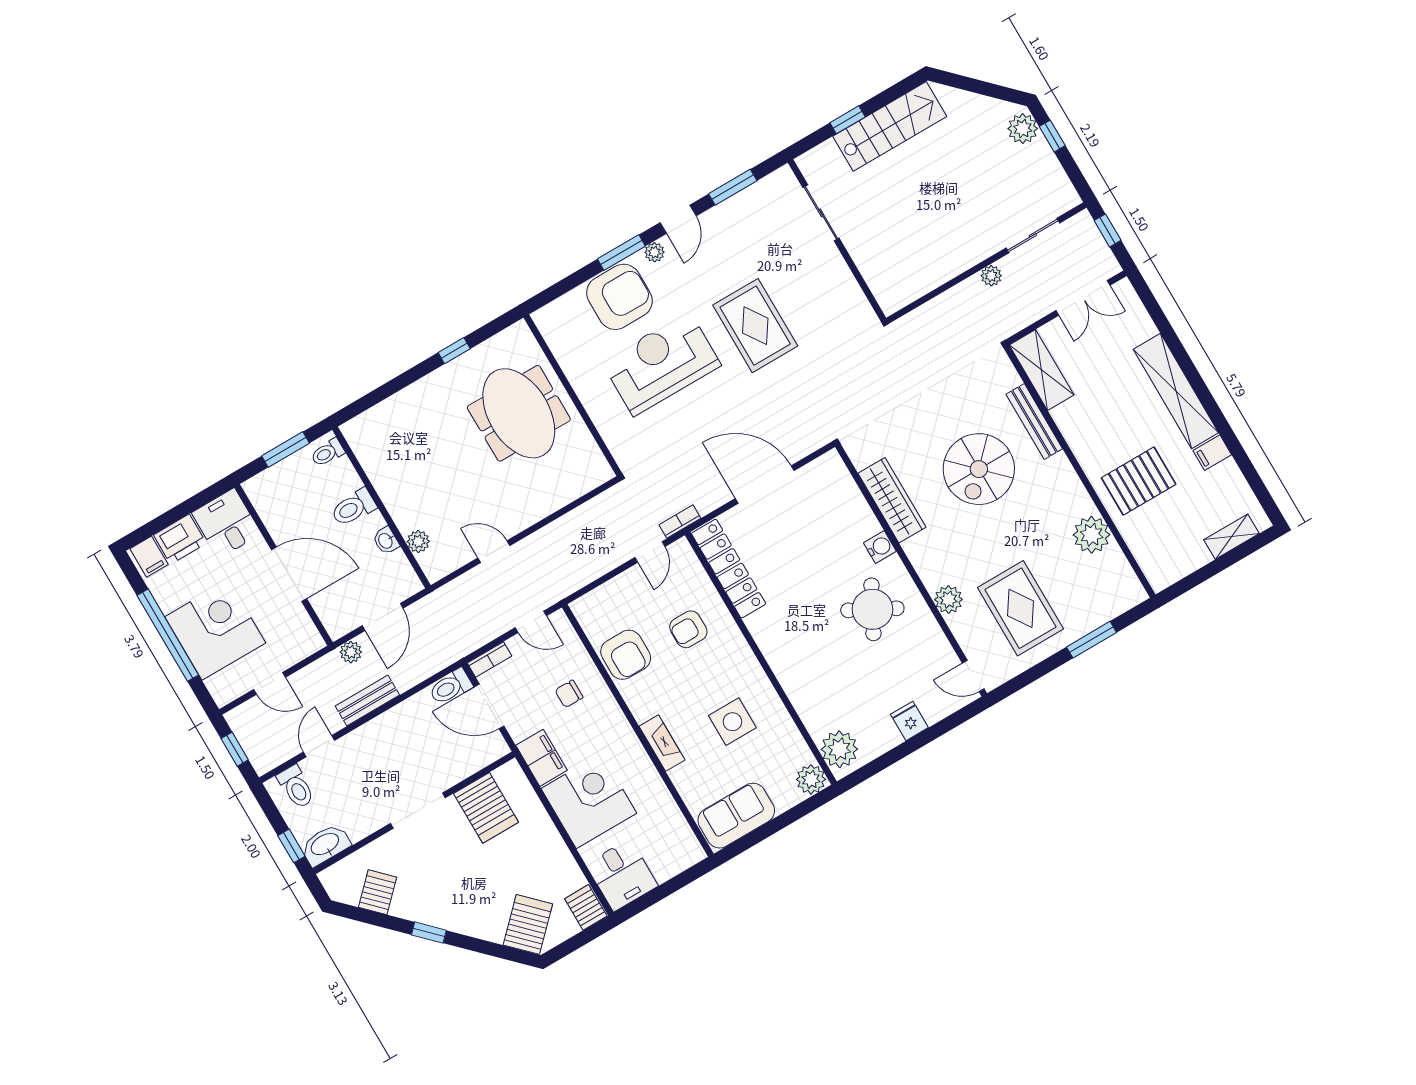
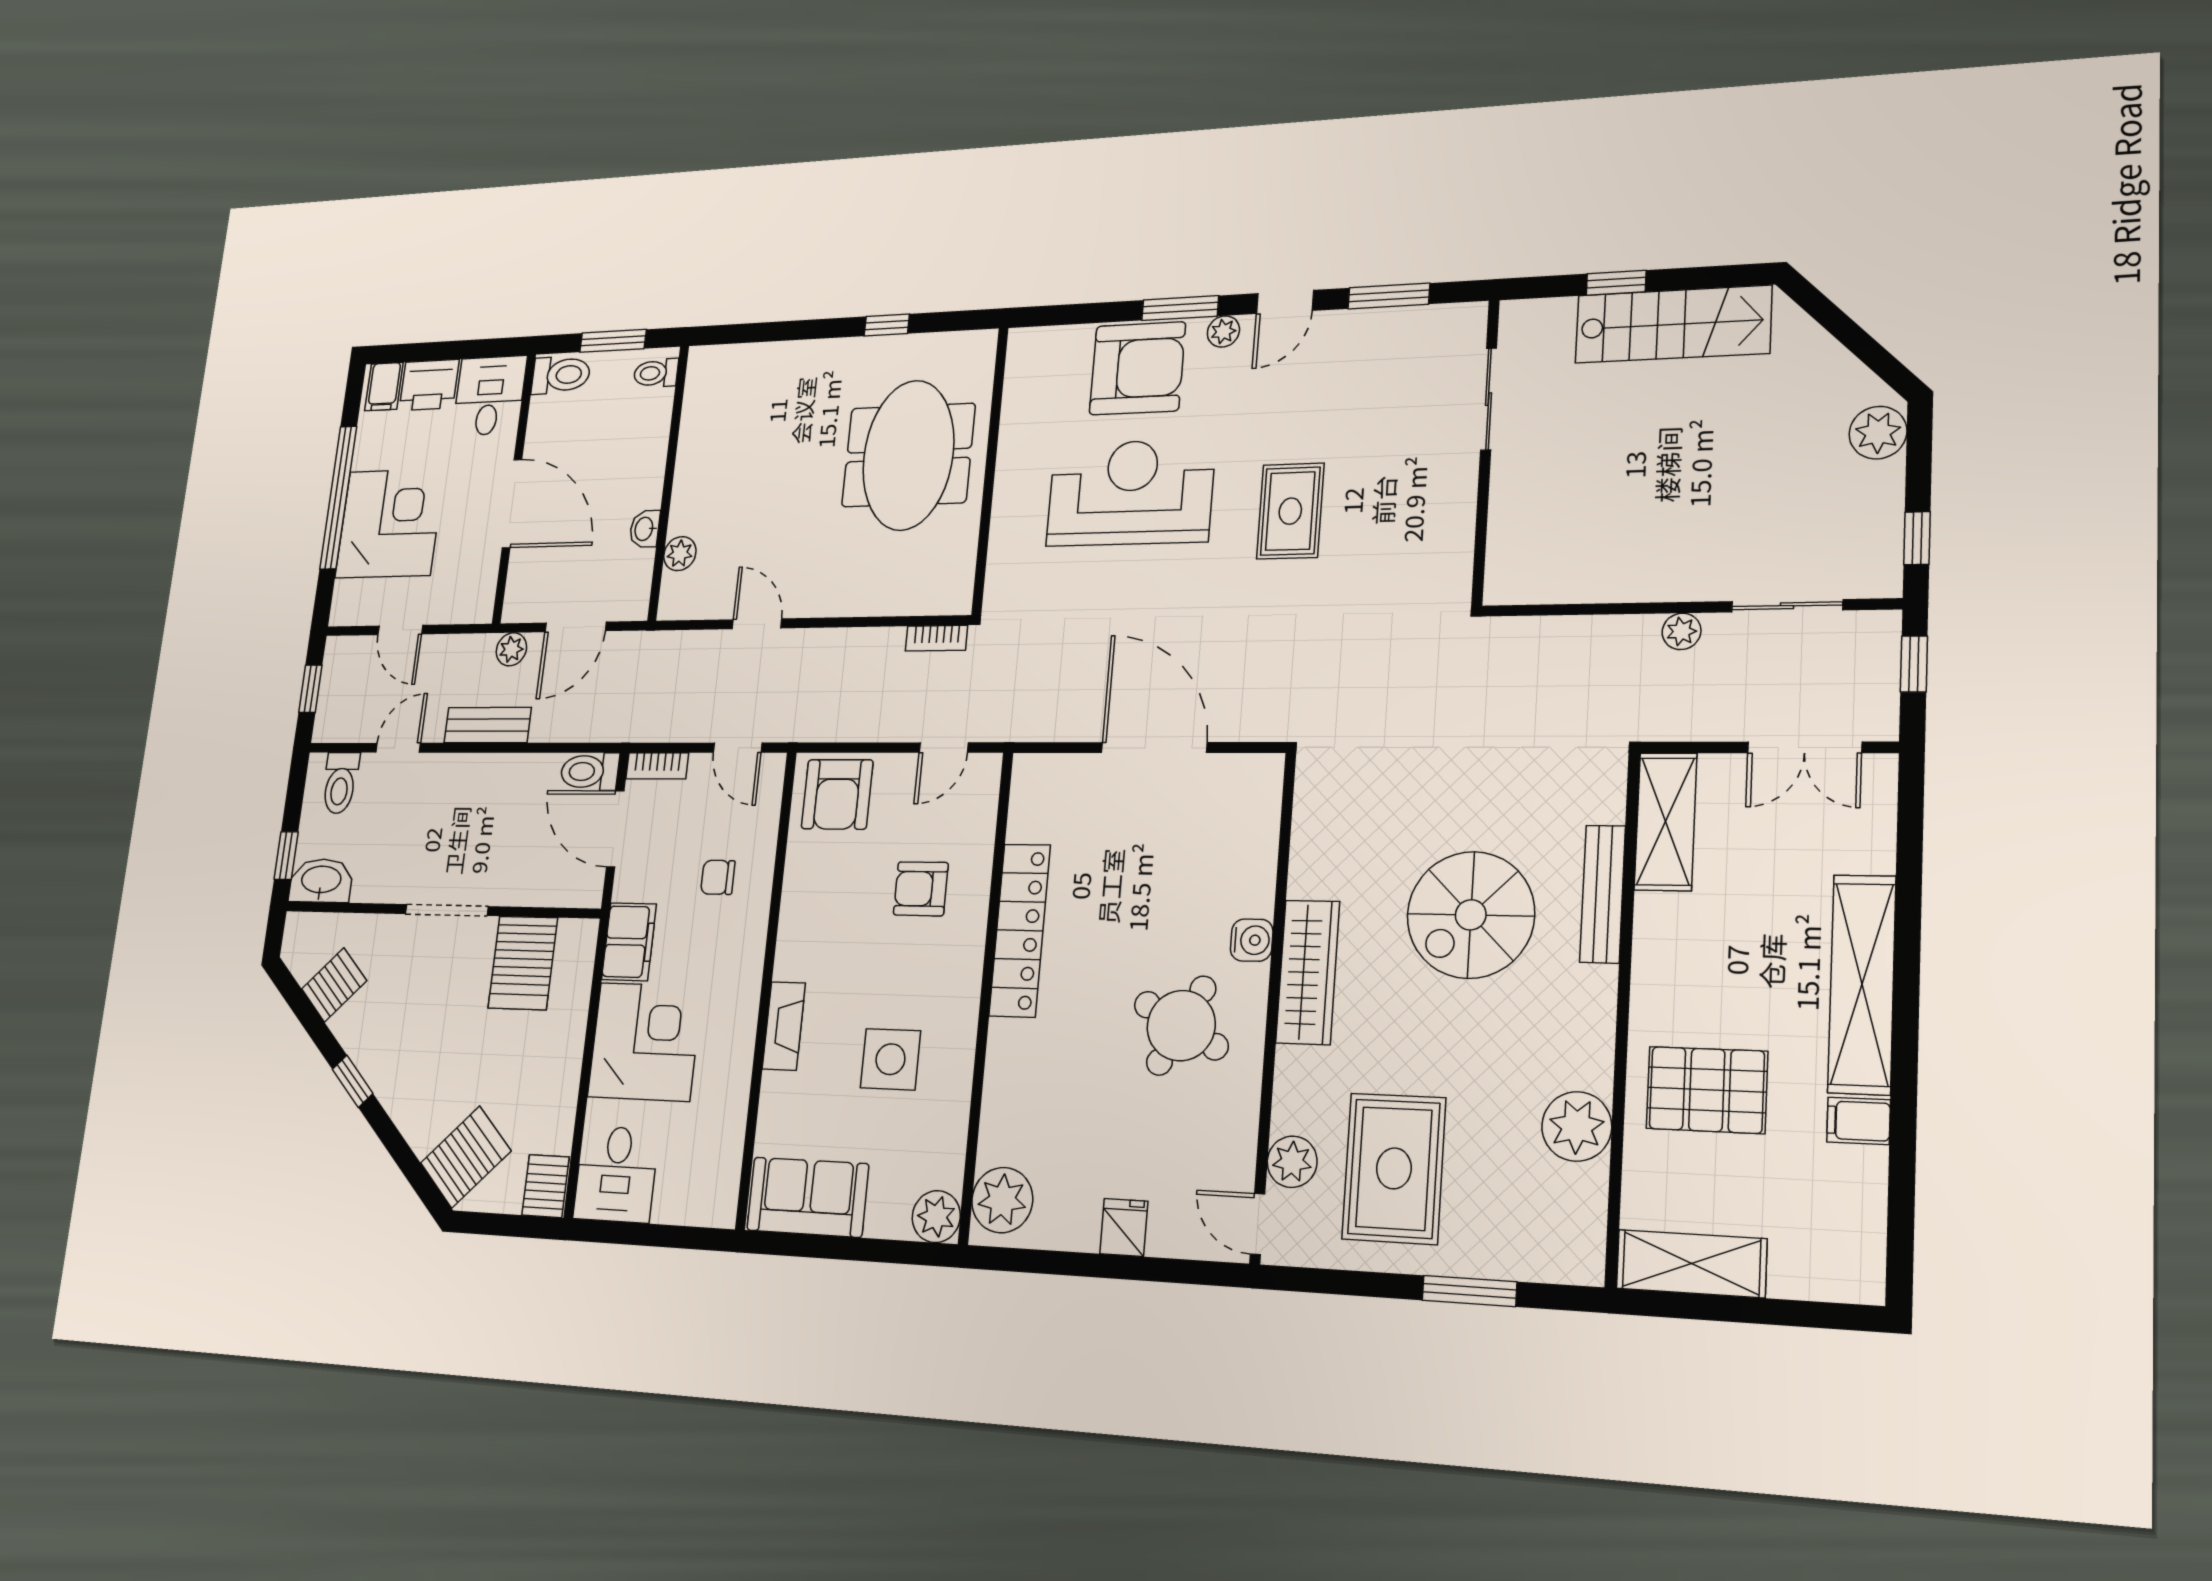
window: (1052, 136) -> (1917, 538), moved
rug: (755, 326) -> (1290, 511), width x0.73, depth x0.70
wardrobe: (892, 500) -> (1308, 972), moved
toilet: (354, 507) -> (561, 375), moved, turned 180
bookcase: (680, 522) -> (936, 638), moved, turned 180
shelving: (1231, 537) -> (1691, 1264), moved, width x1.50, depth x1.33
locker: (729, 569) -> (1020, 930), moved
plant: (948, 600) -> (1292, 1162), moved
armchair: (626, 655) -> (837, 794), moved

